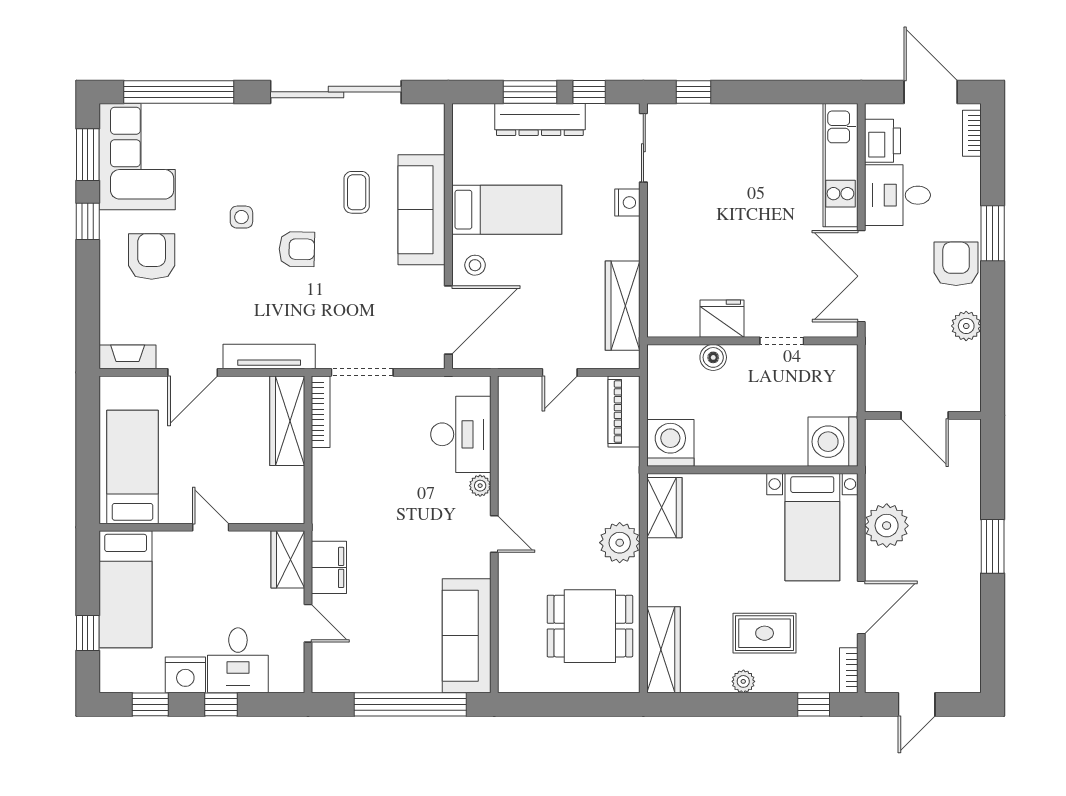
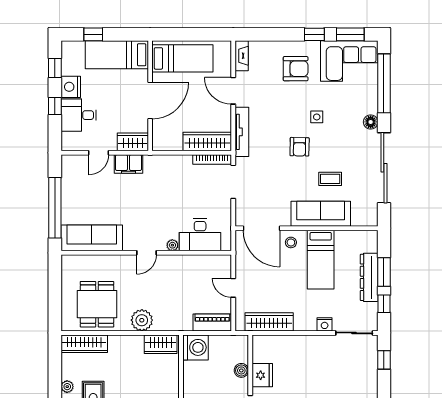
floor lamp: (251, 117) -> (371, 122), added
door: (211, 527) -> (150, 100), width x1.87

